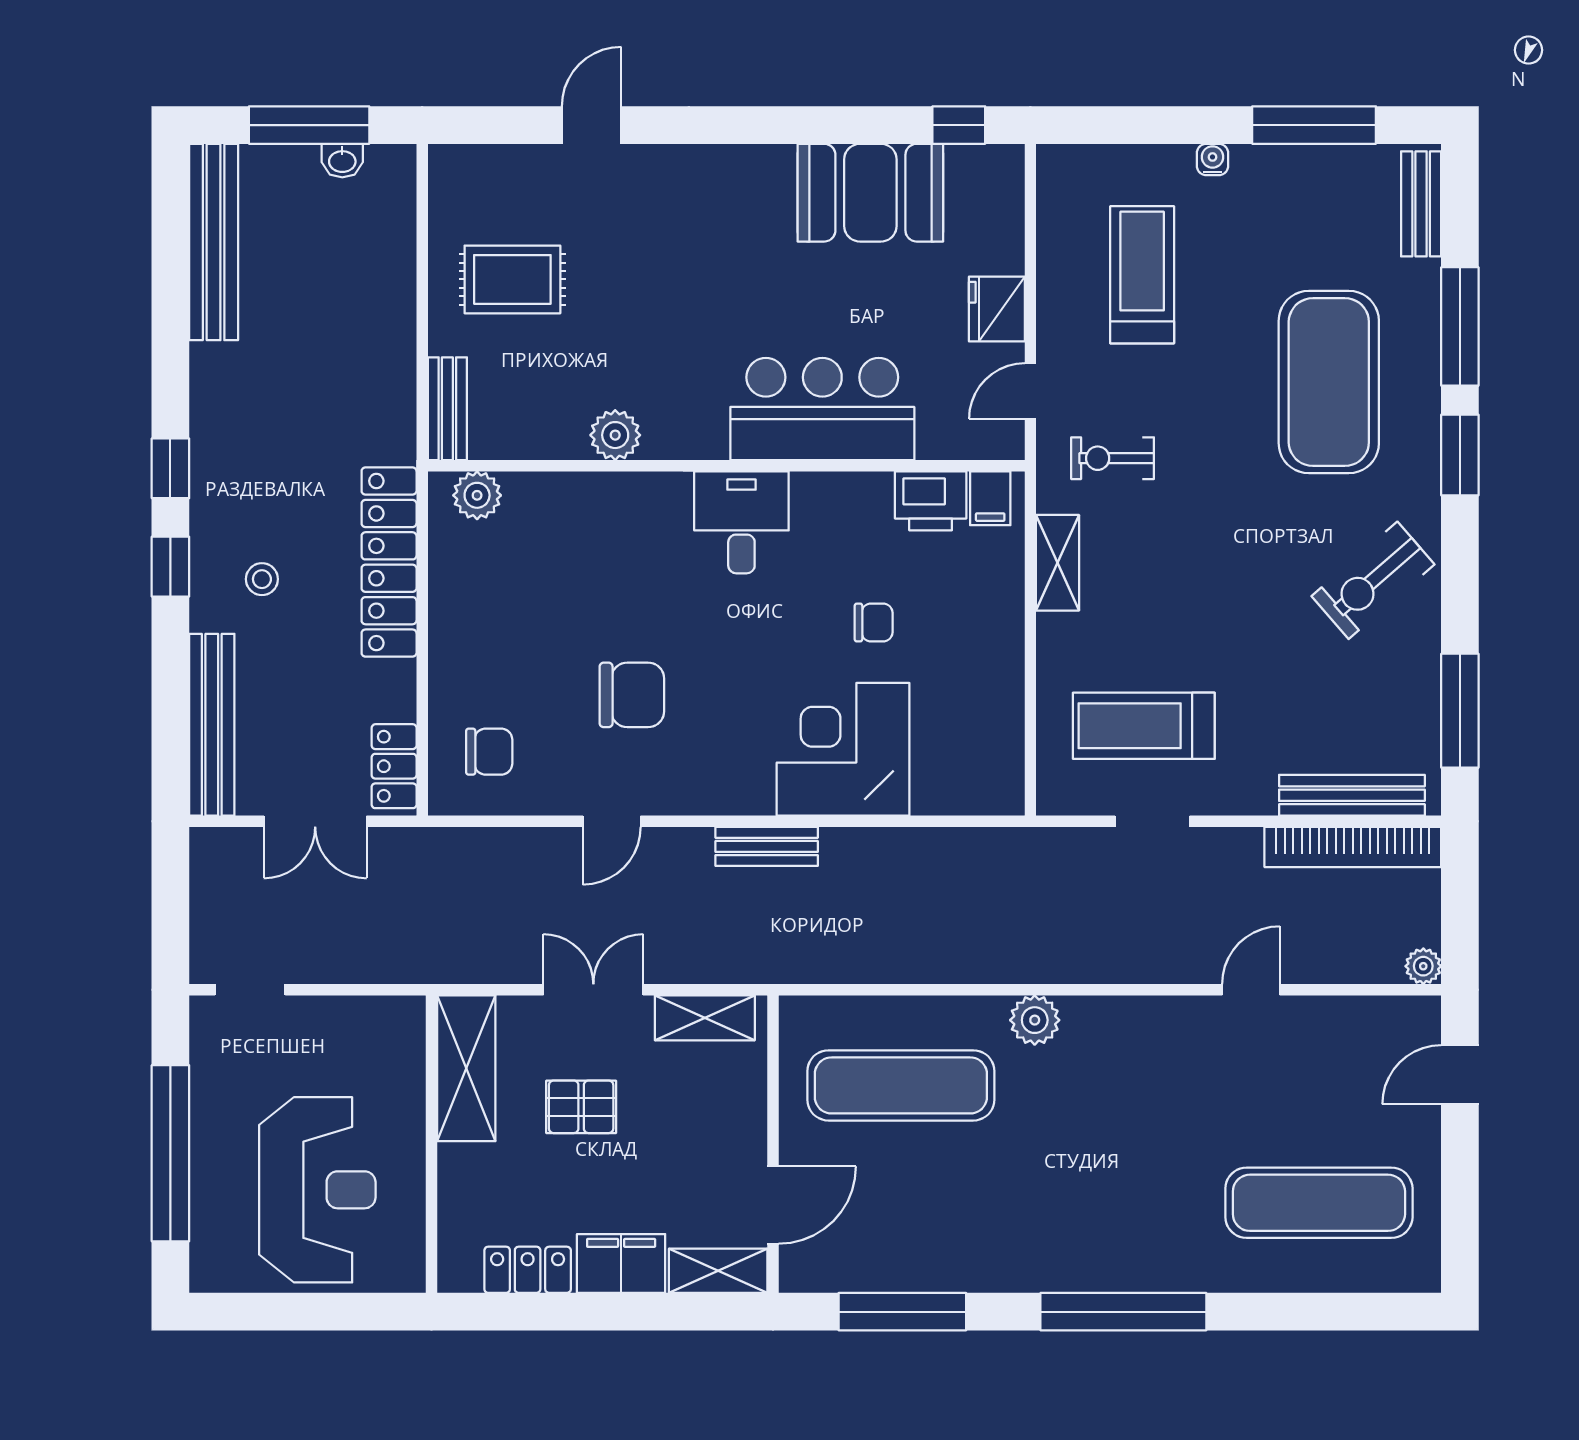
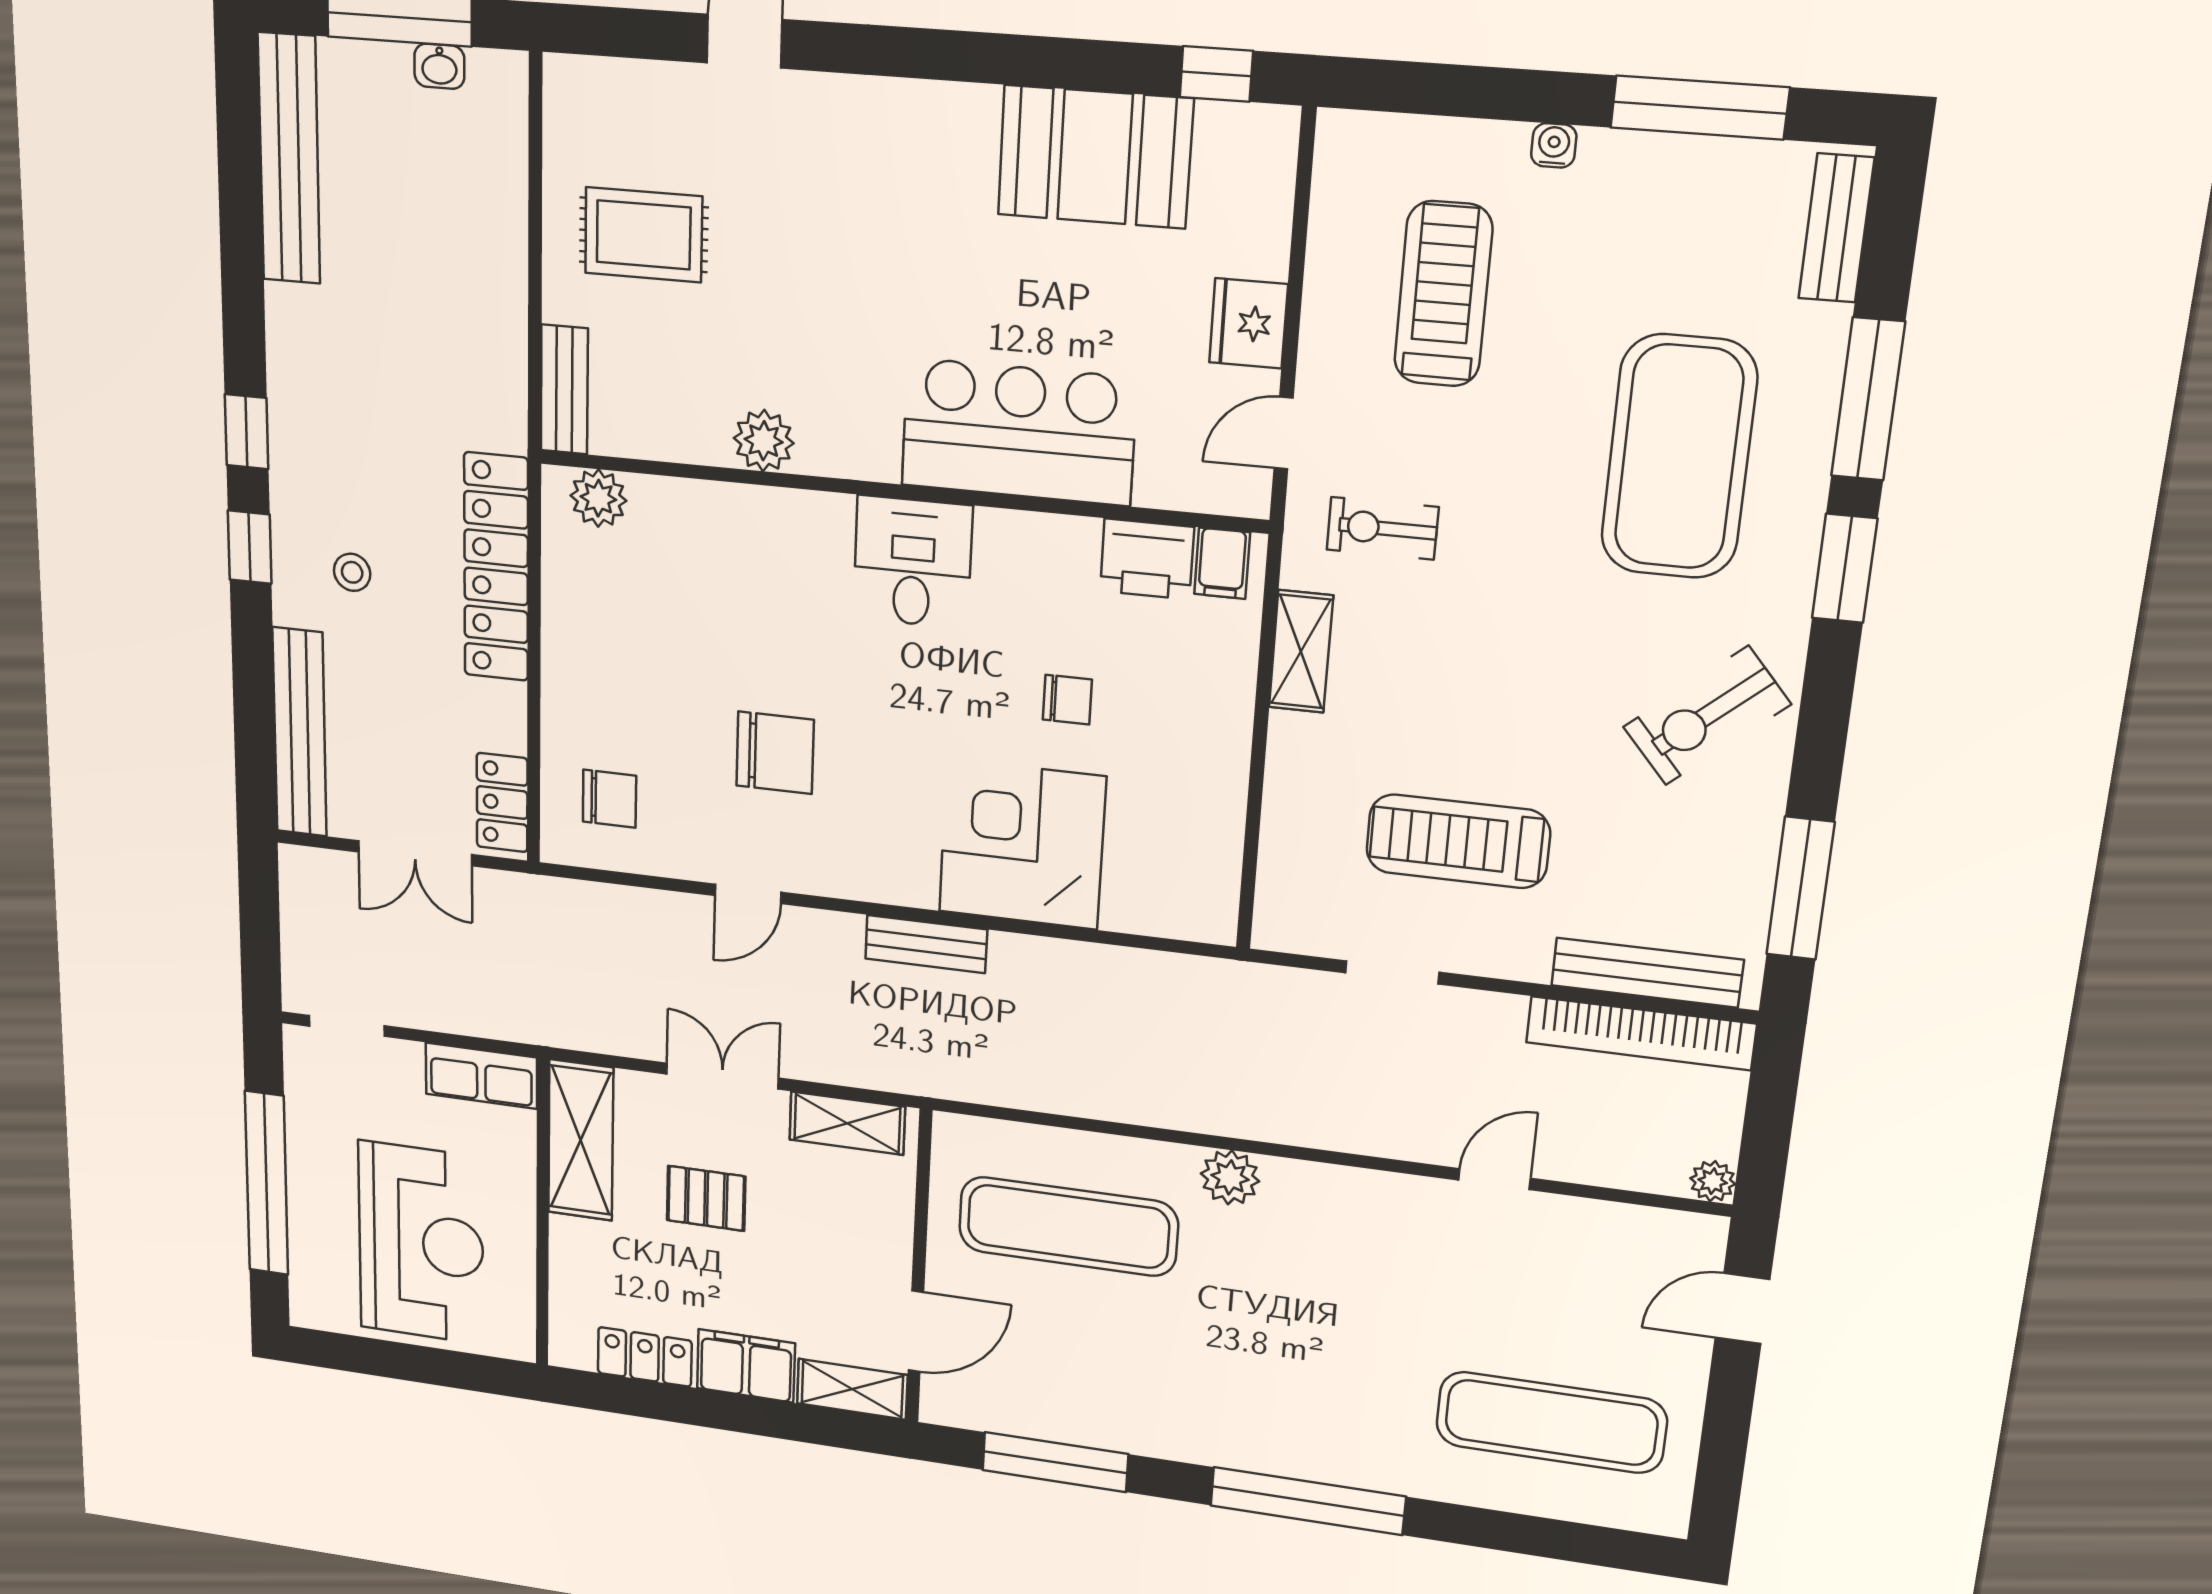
treadmill: (1144, 726) -> (1458, 841), moved
row of seats: (375, 1020) -> (481, 1076), added

